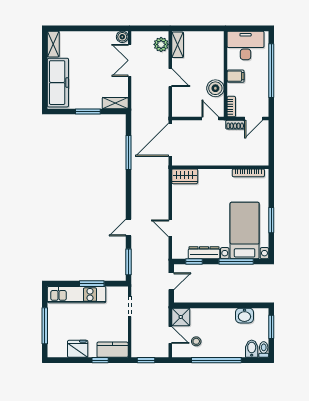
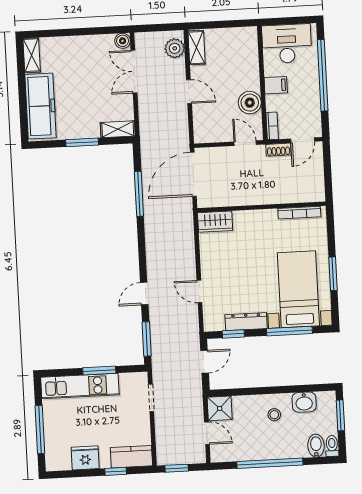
stool: (196, 341) -> (274, 415), moved

